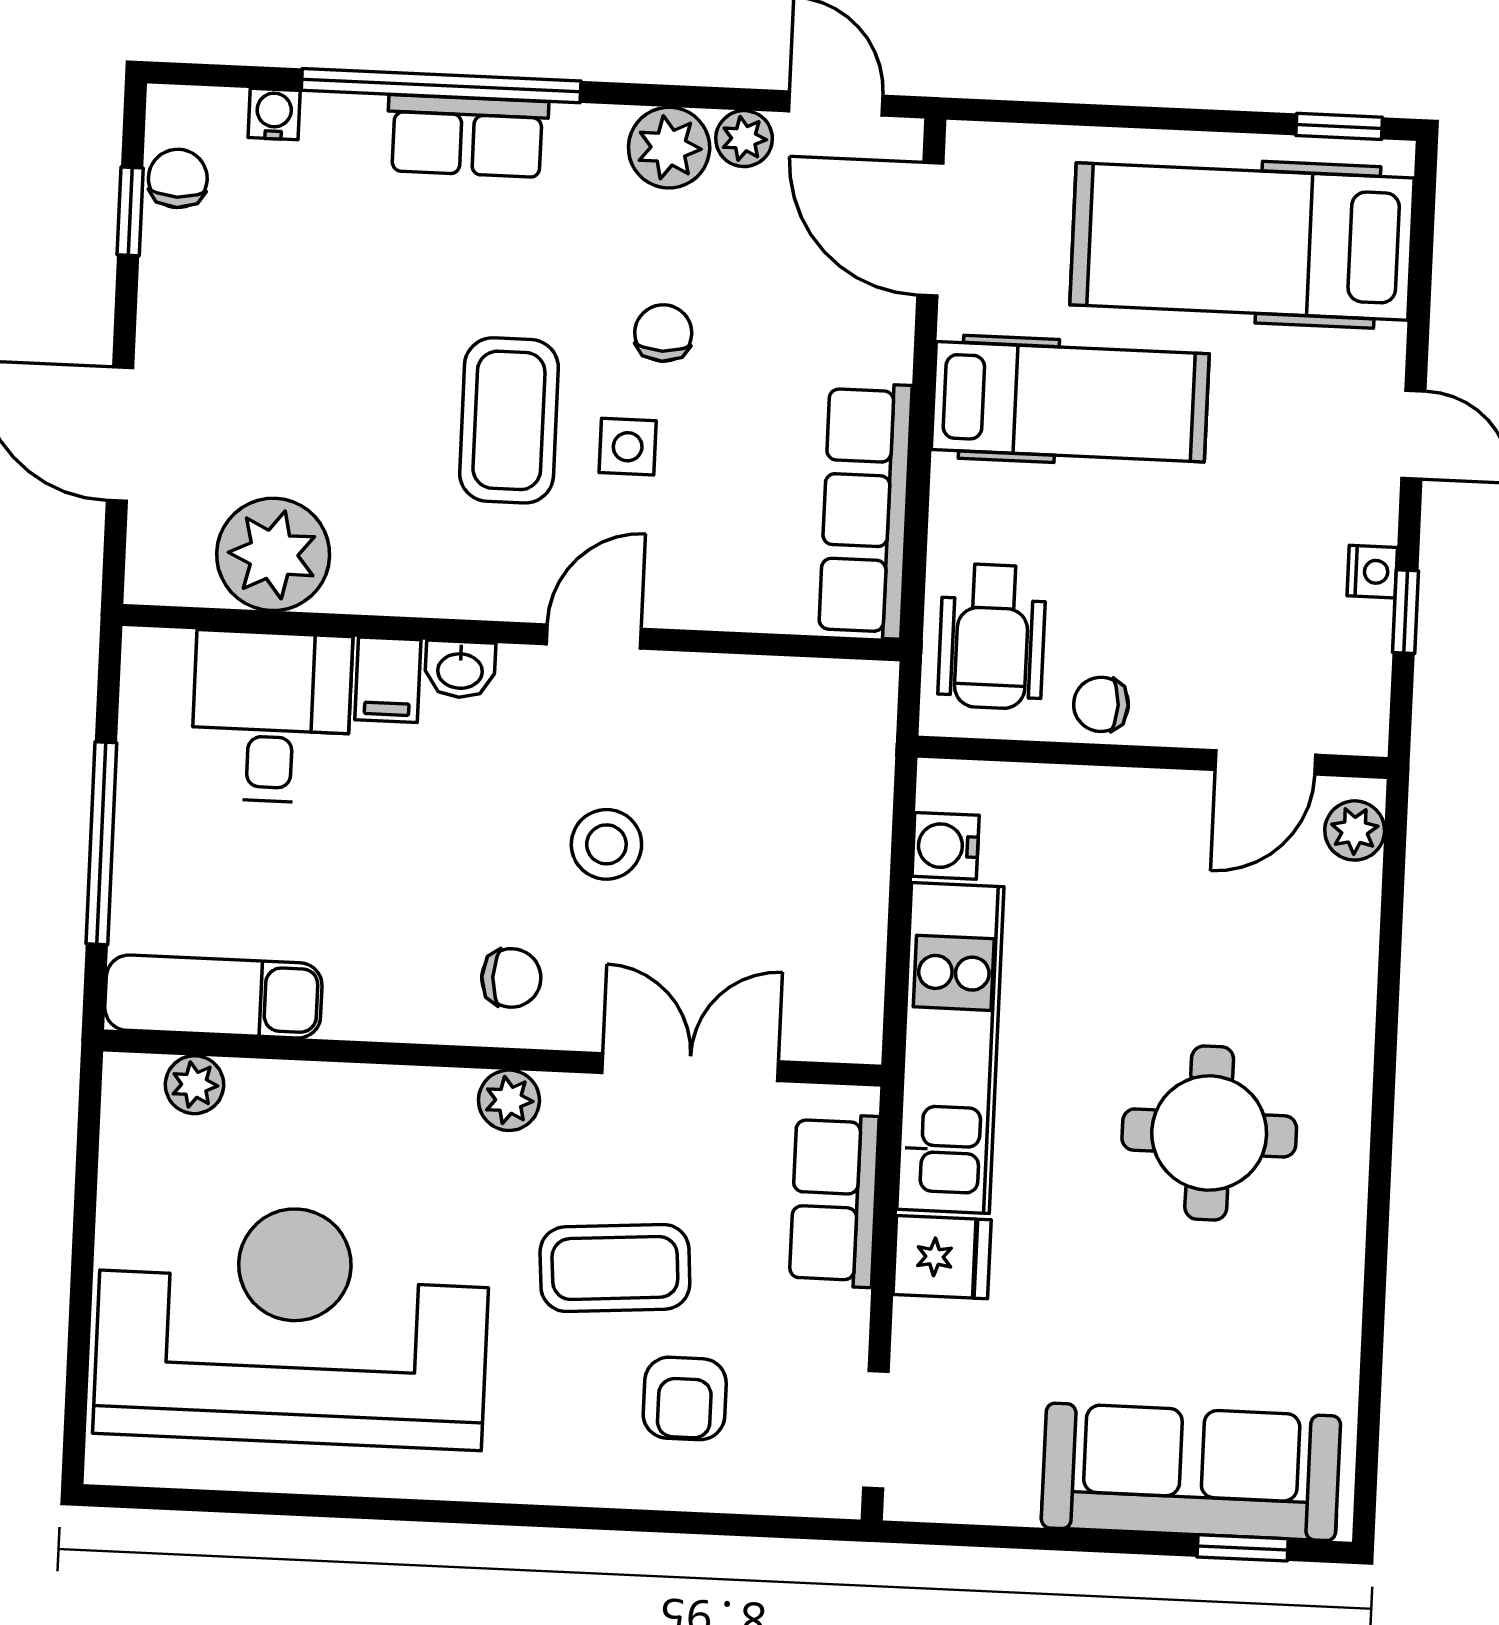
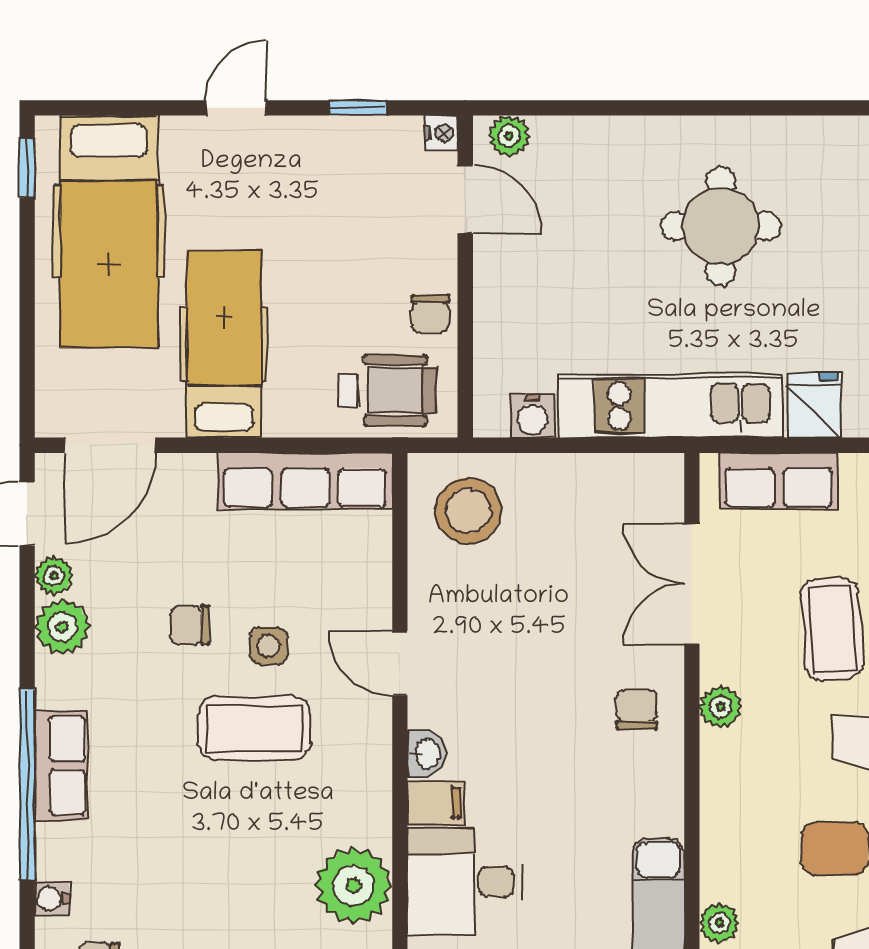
nightstand: (1372, 572) -> (441, 133), moved, turned 90
stool: (606, 844) -> (468, 511), moved, width x1.38, depth x1.38

